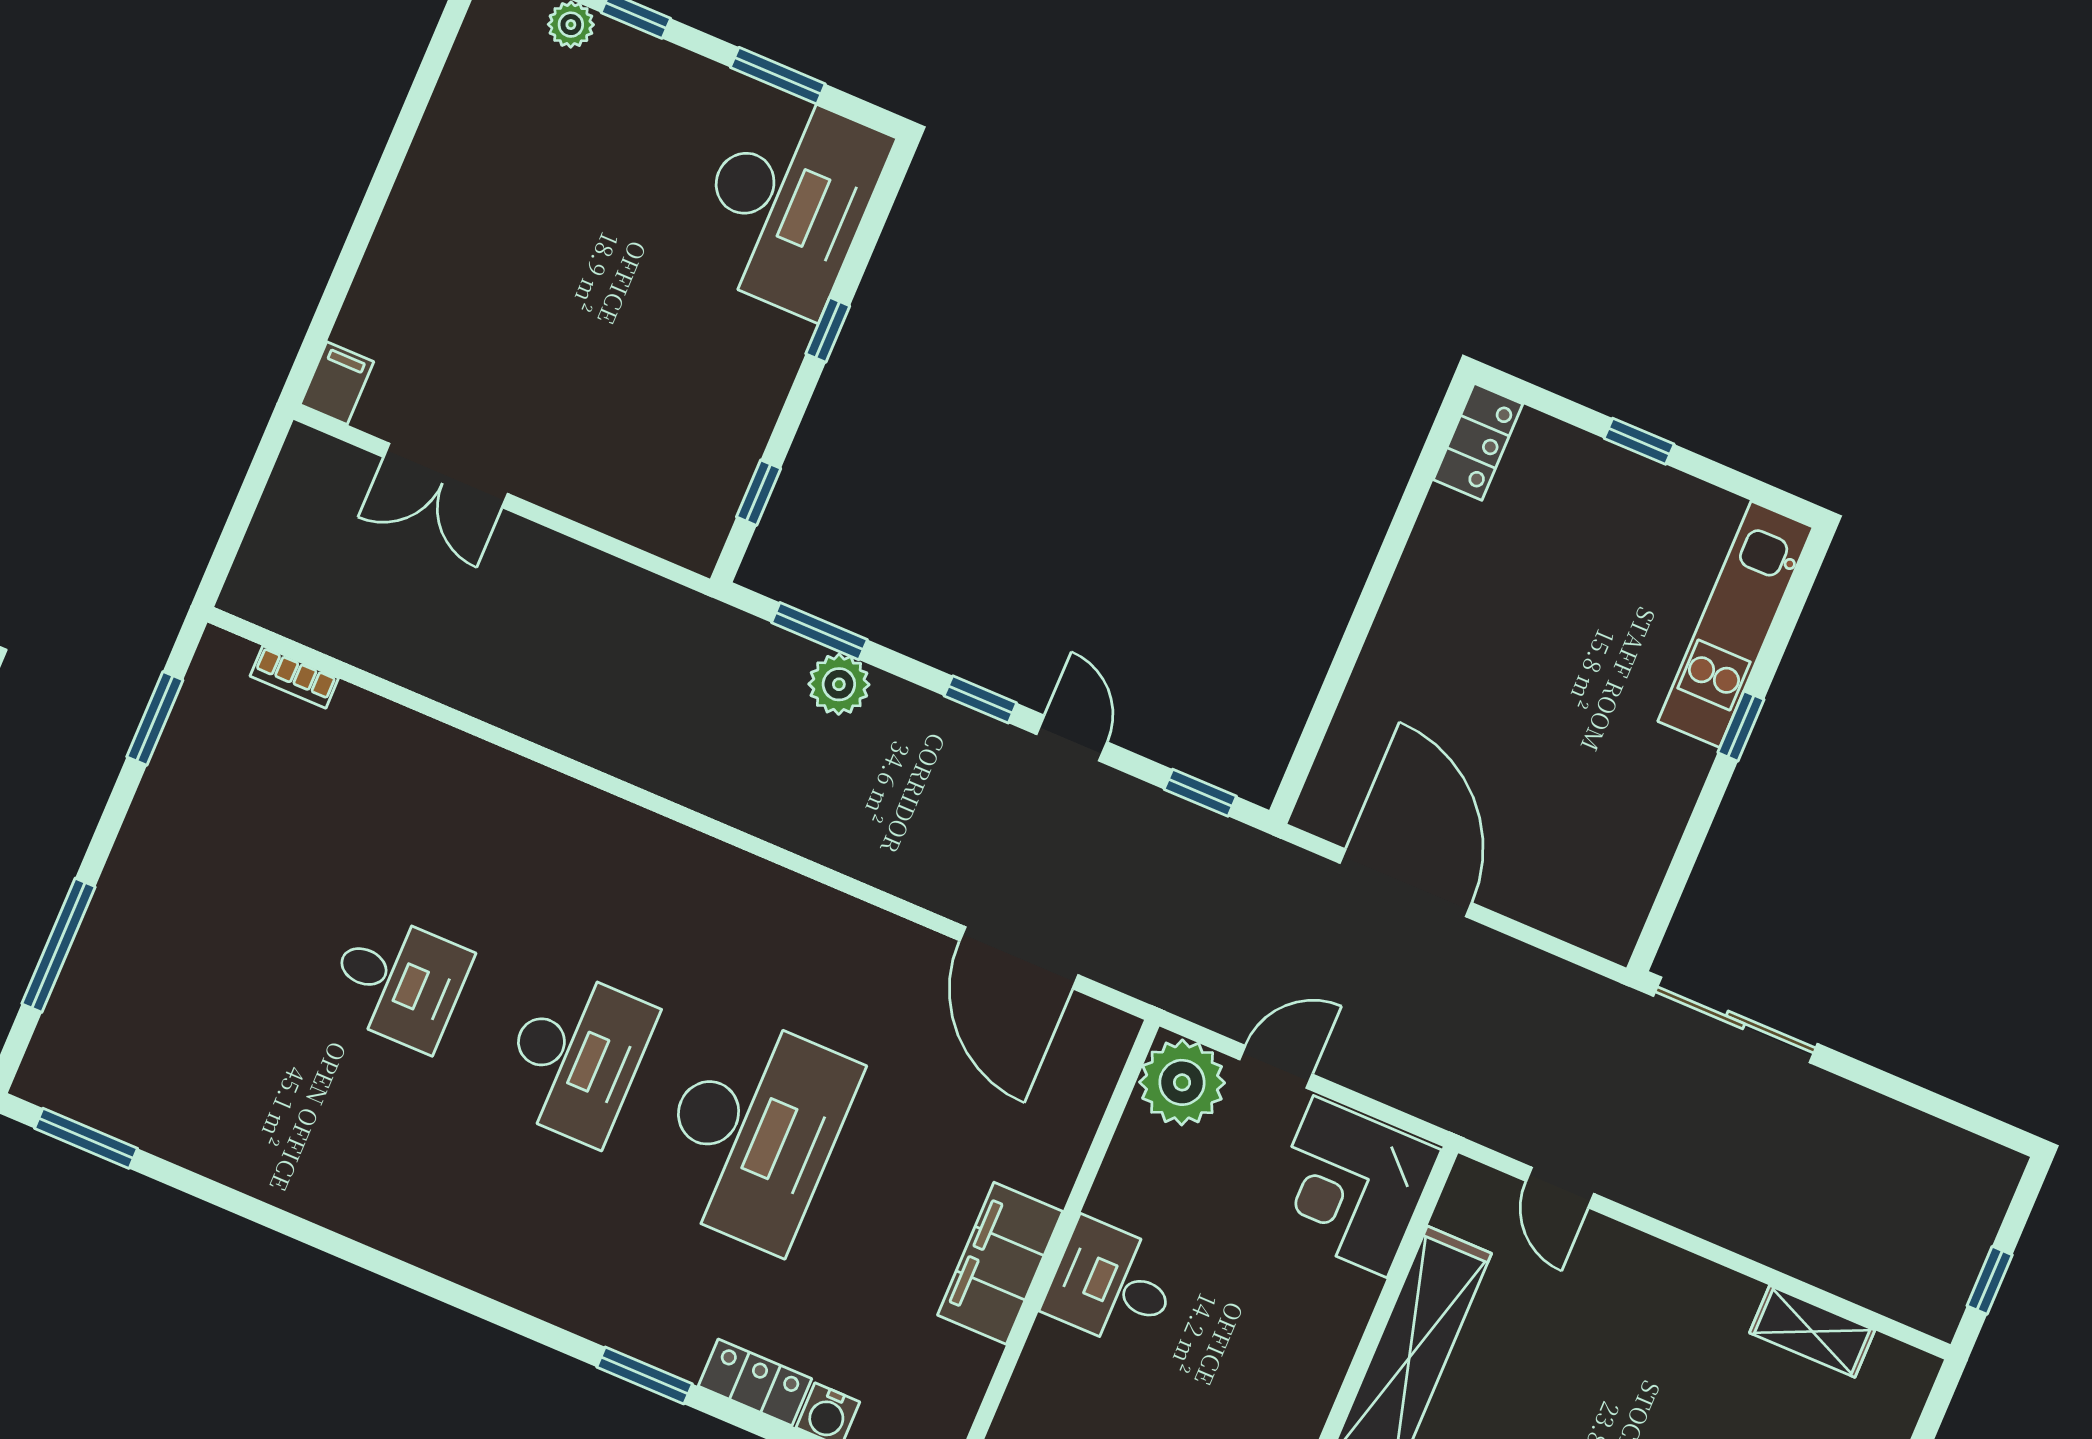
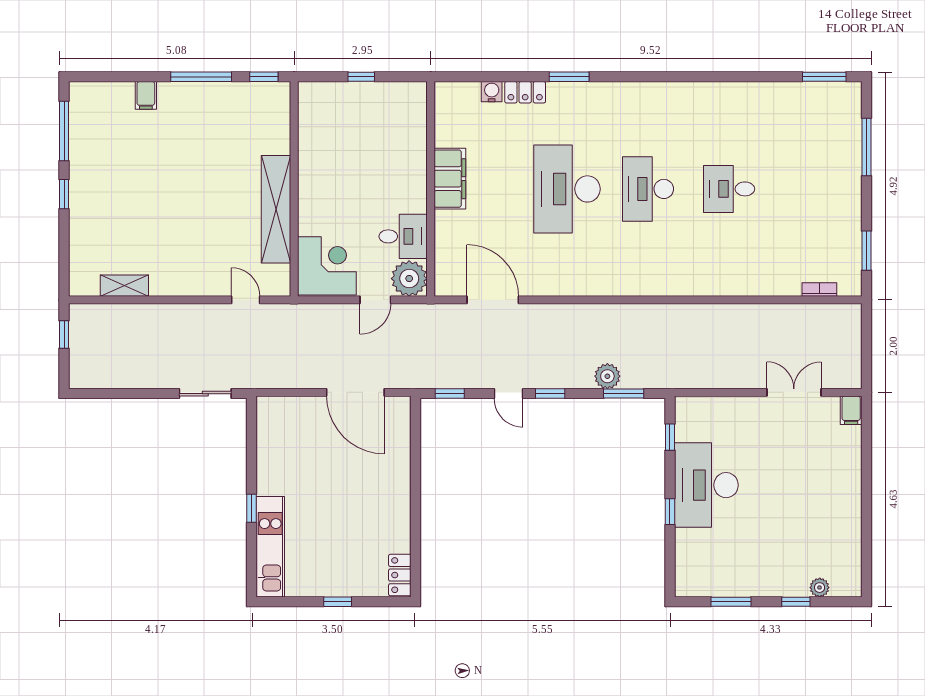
desk: (788, 202) -> (706, 485), moved
sliding door: (1735, 1020) -> (205, 394), width x0.73
desk: (1112, 1284) -> (403, 236), moved

